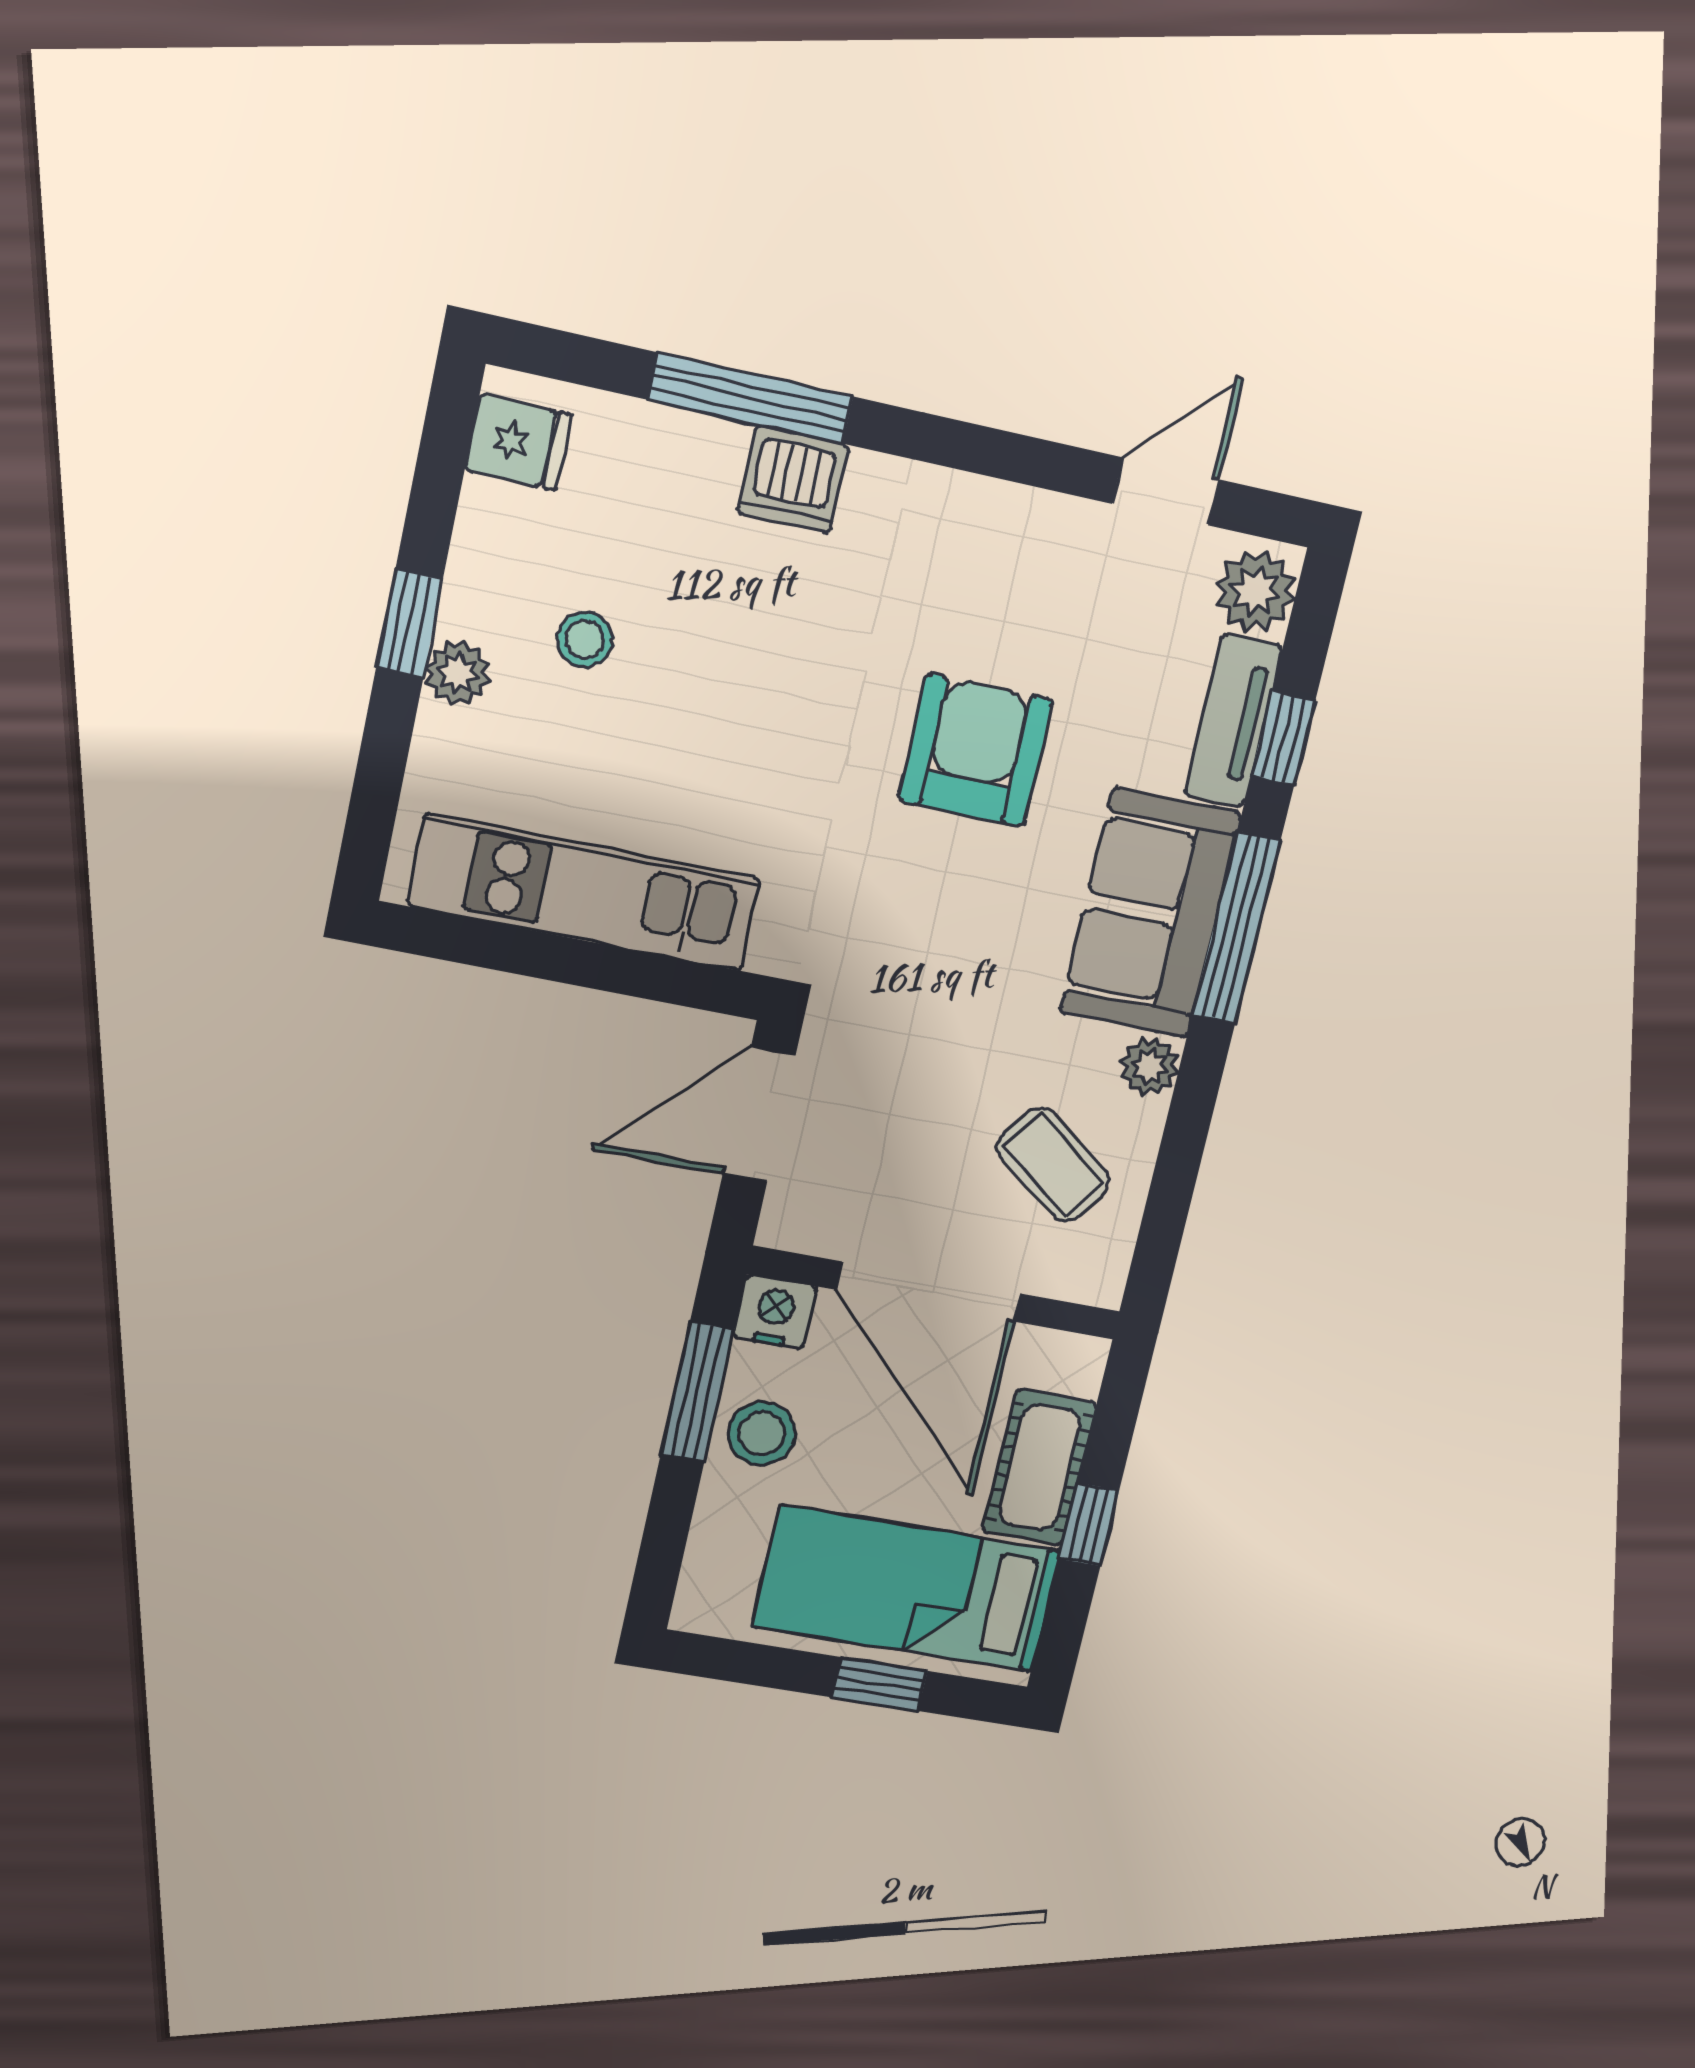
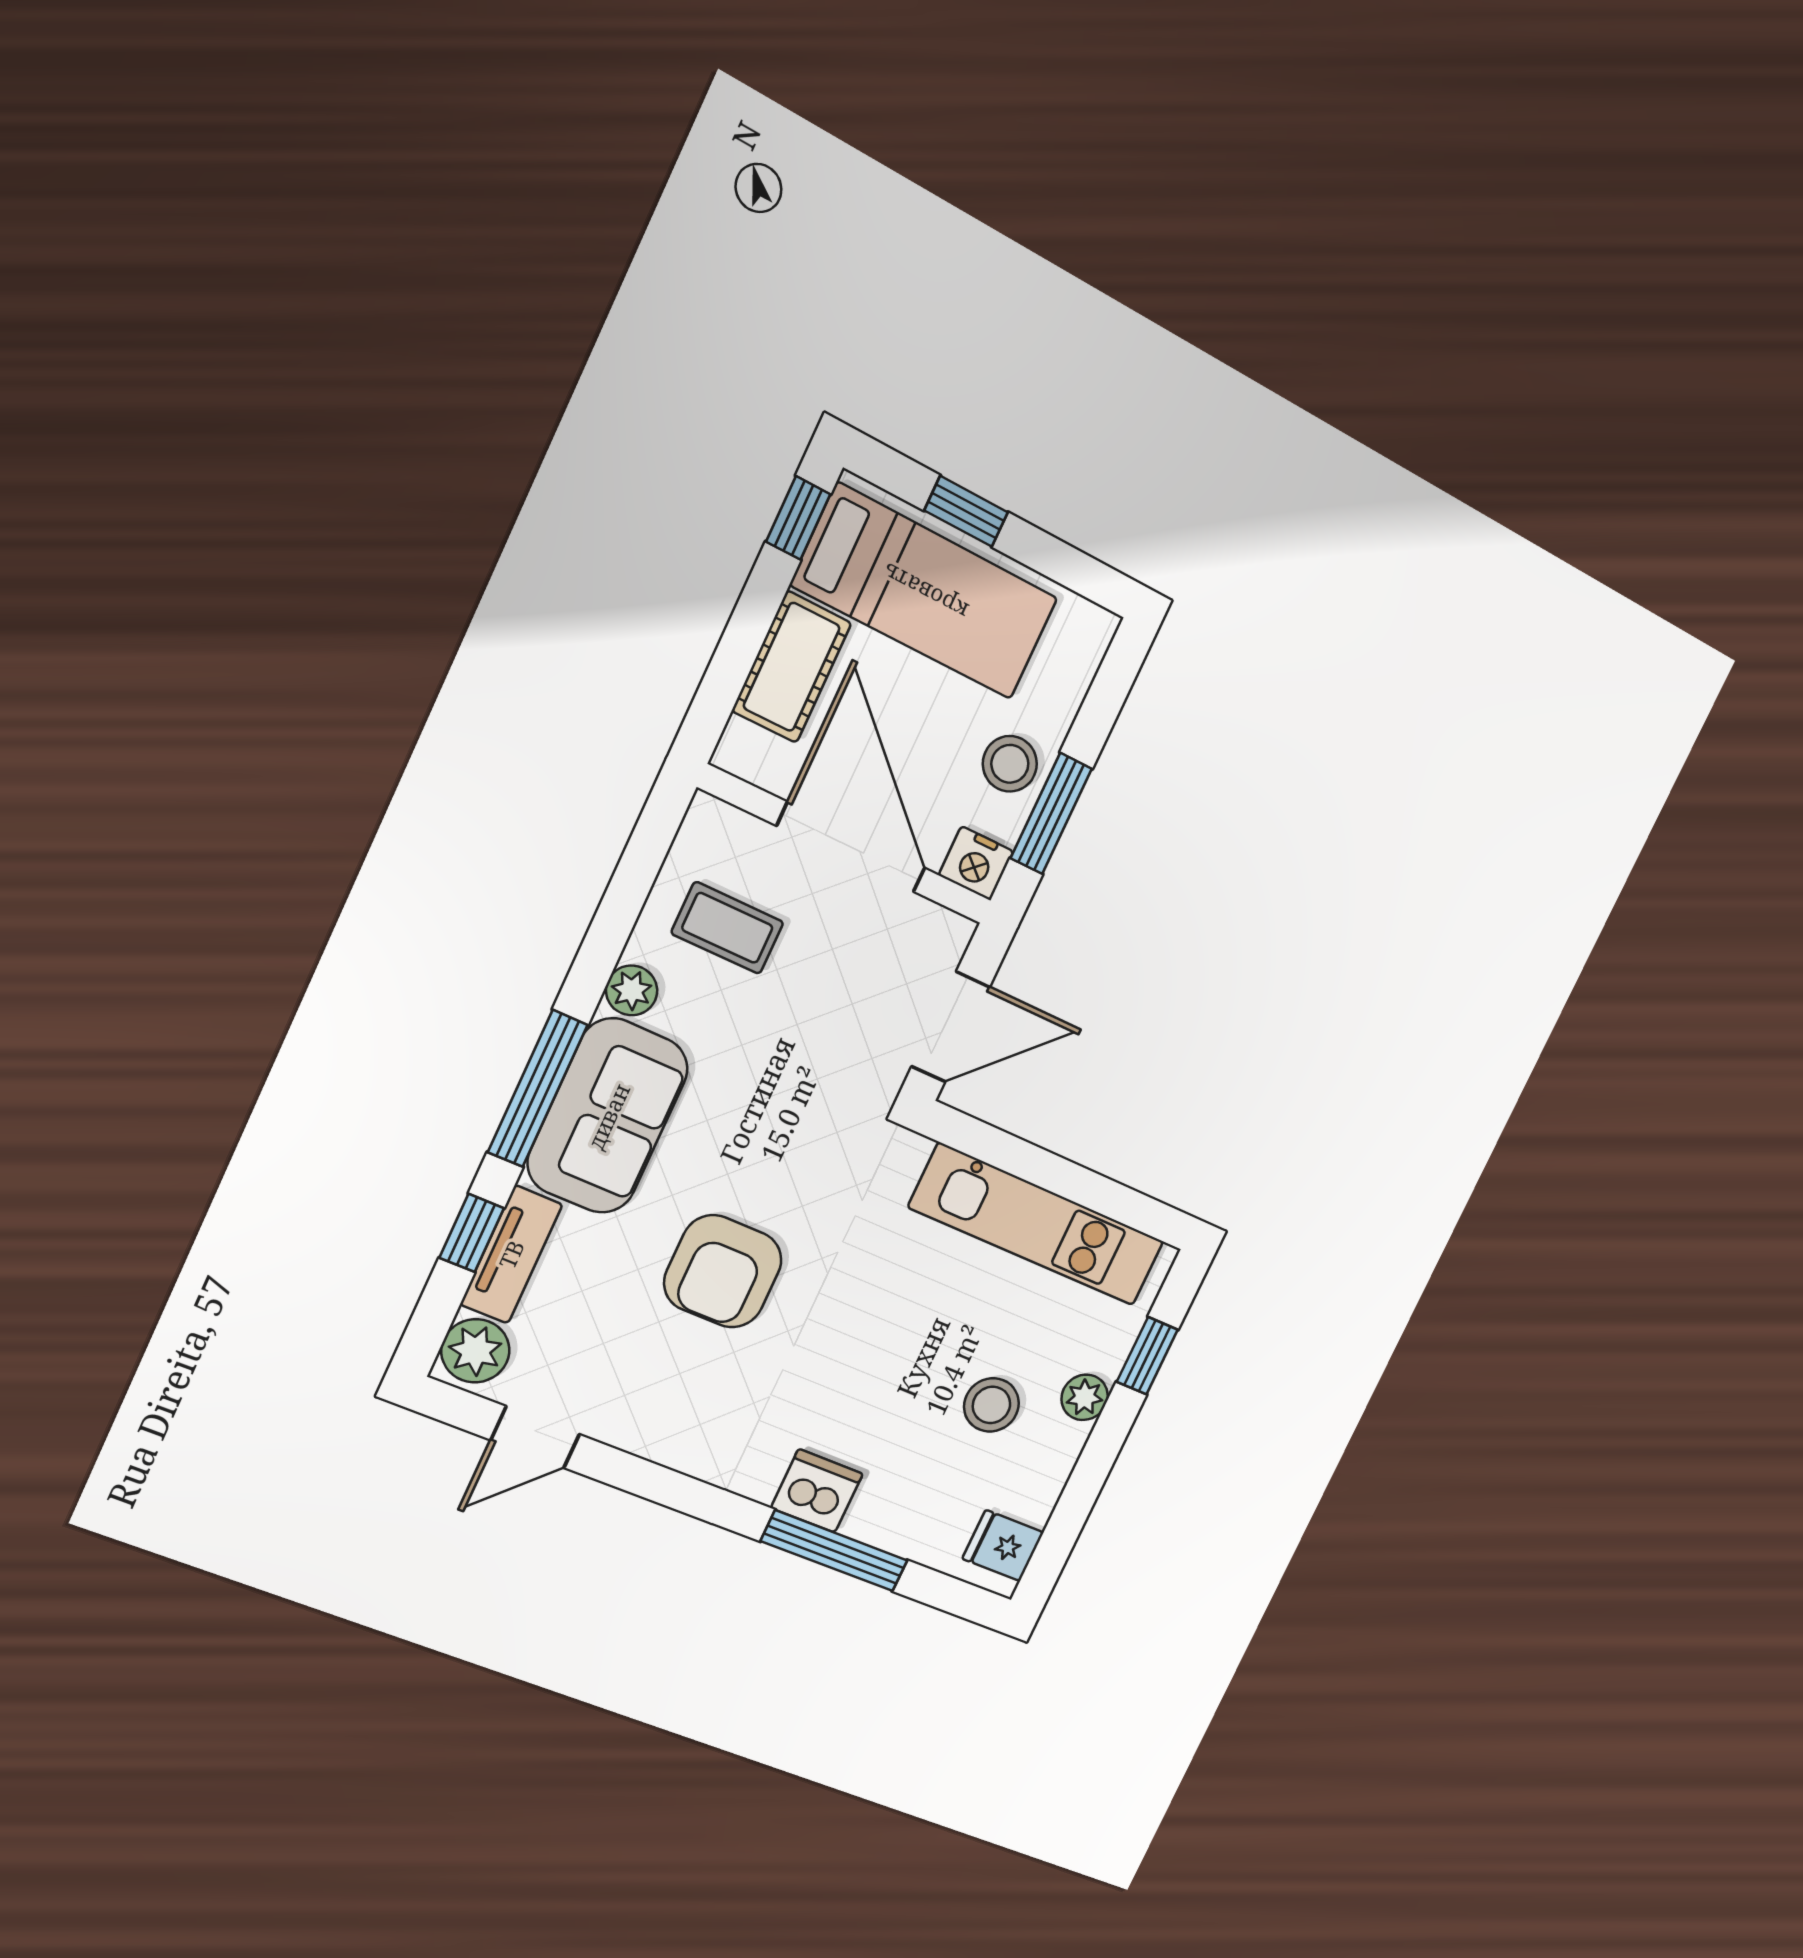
window: (409, 623) -> (1147, 1356), moved
stool: (585, 639) -> (991, 1405), width x1.37, depth x1.37
coffee table: (1053, 1164) -> (727, 928), turned -36
window: (1089, 1525) -> (798, 518), moved

